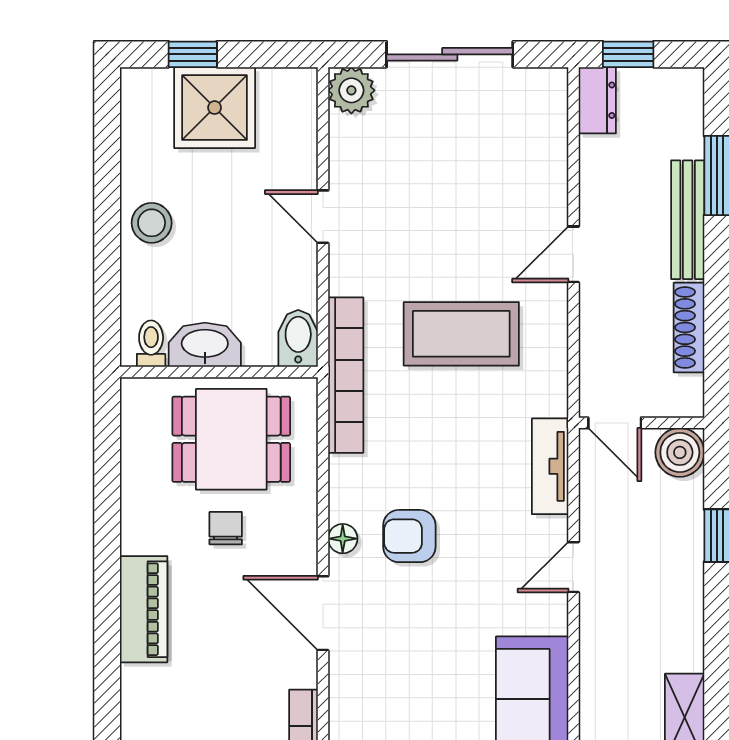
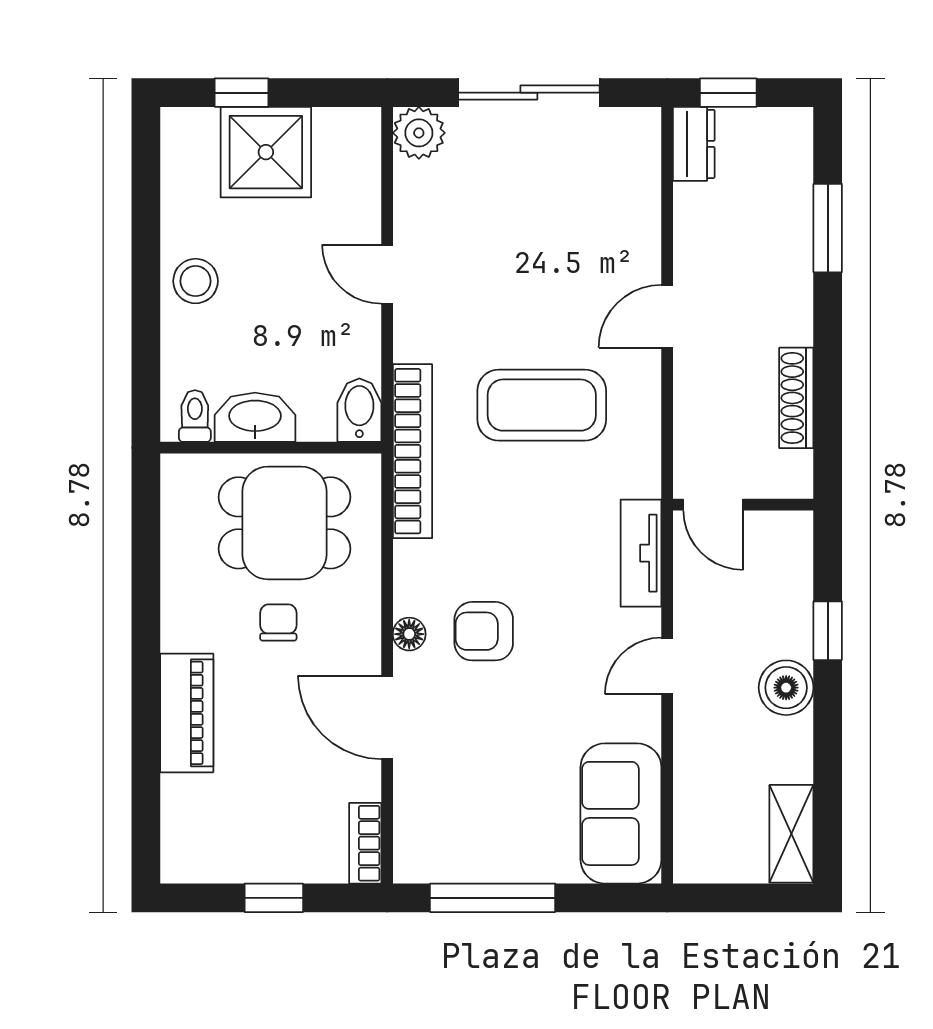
bench: (688, 220) -> (795, 278), removed
boiler: (680, 452) -> (786, 688), moved

